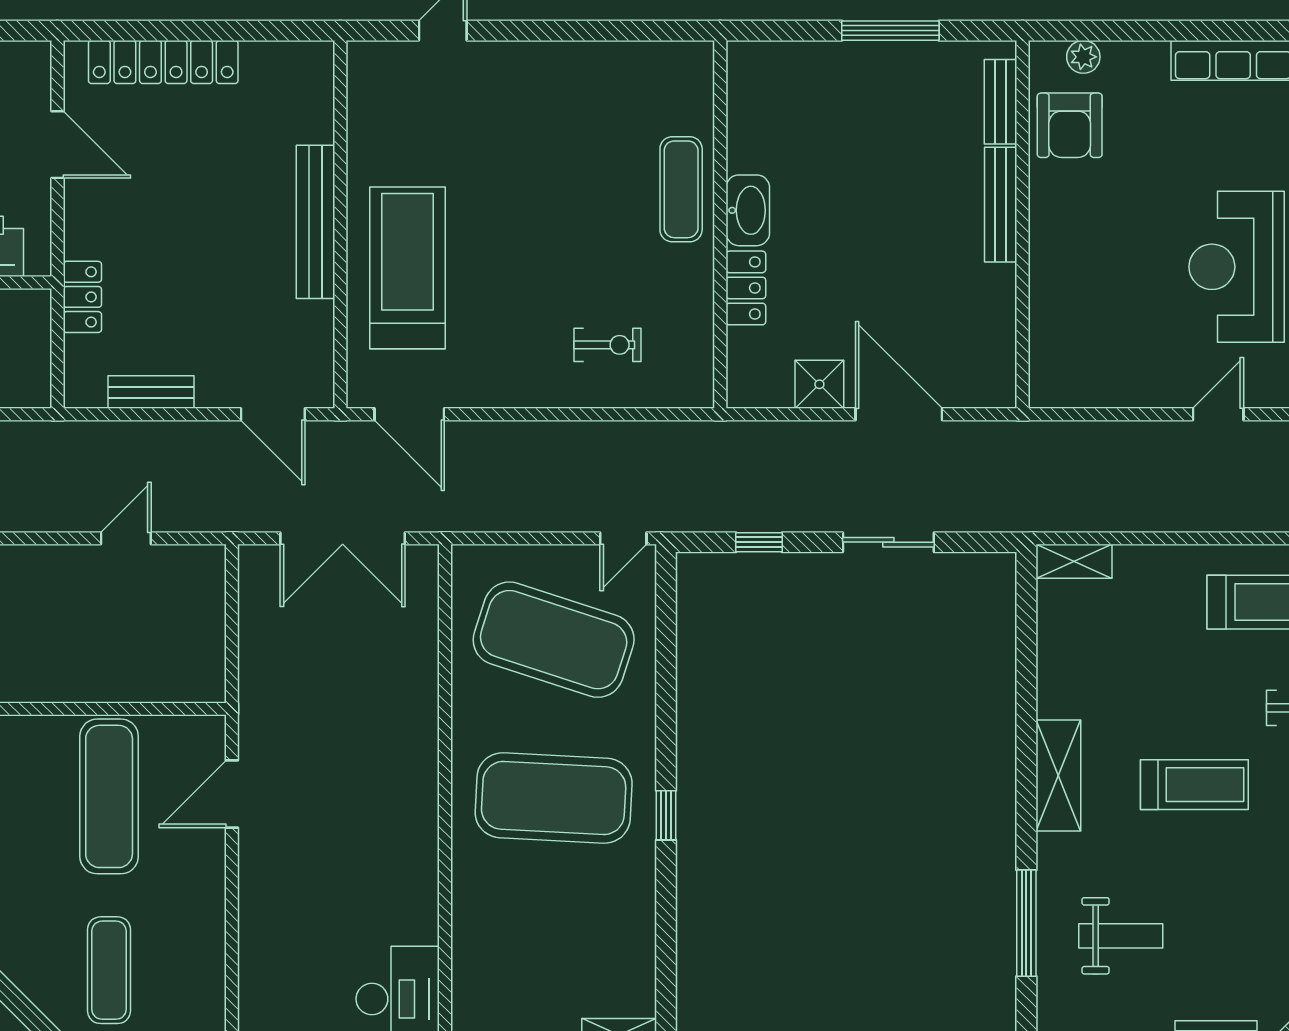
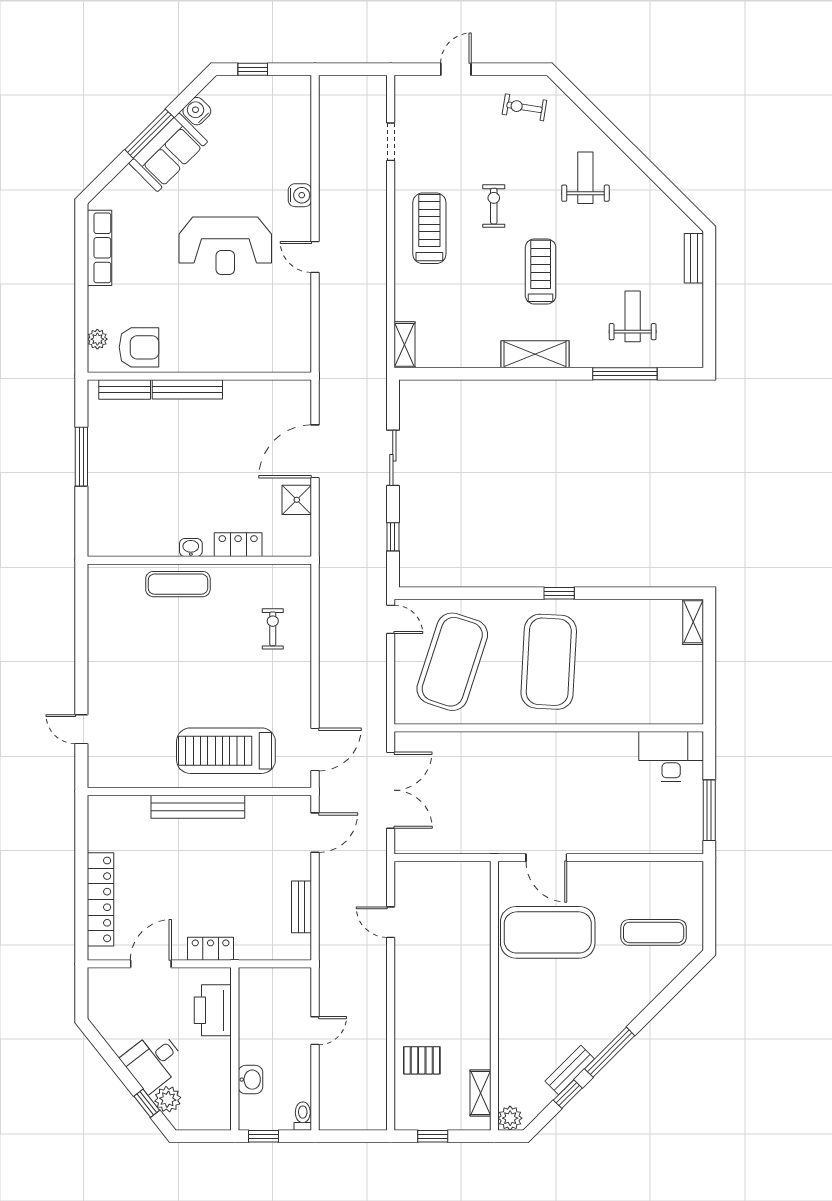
washbasin: (748, 210) -> (191, 548), width x0.52, depth x0.69
locker: (82, 297) -> (211, 949), moved
exercise mat: (109, 796) -> (548, 932), width x1.47

